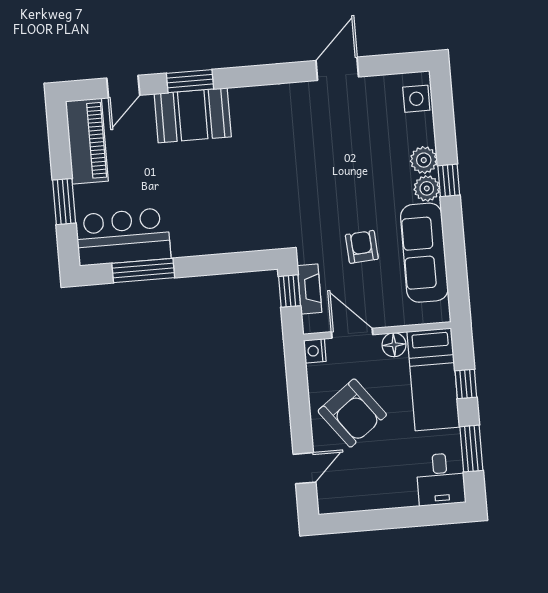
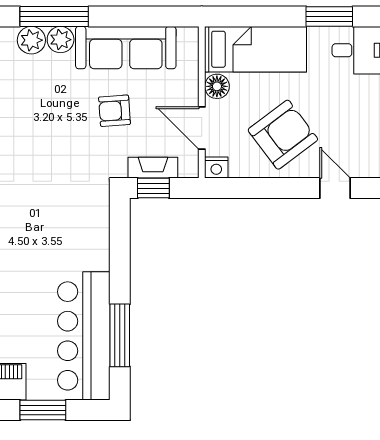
window: (449, 180) -> (54, 16), width x2.17
bar counter: (123, 237) -> (84, 336), width x1.36
door: (352, 333) -> (202, 128), hinge flipped
window: (466, 384) -> (263, 16), removed

